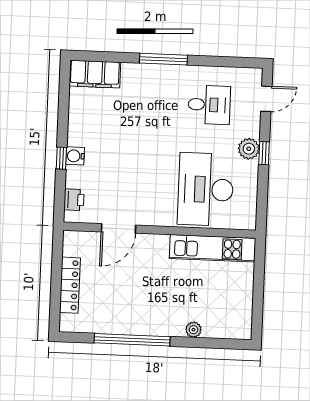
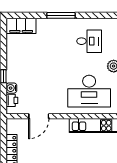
water cooler: (75, 156) -> (11, 88), moved
desk: (206, 189) -> (89, 91), turned -90

